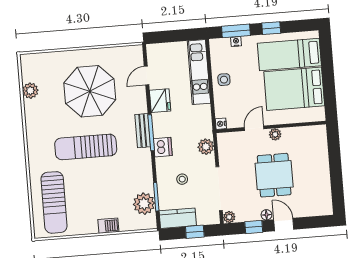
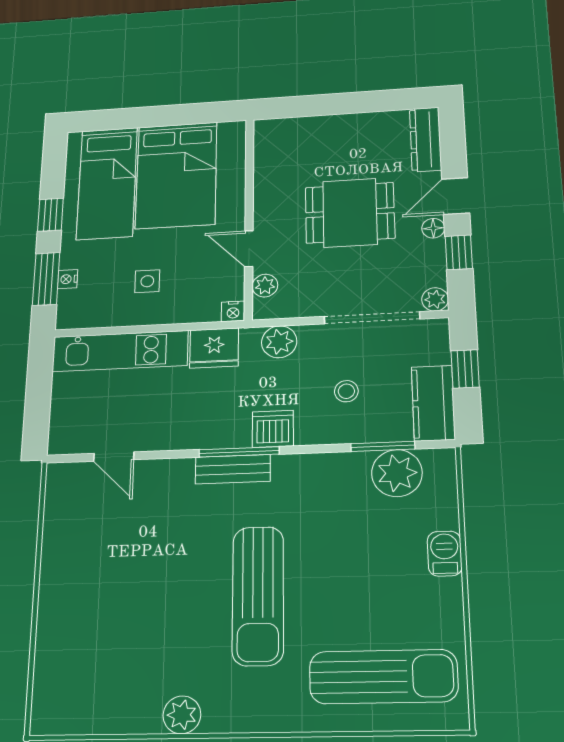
side table: (224, 80) -> (147, 281), moved
plant: (30, 91) -> (182, 715), moved
parasol: (90, 91) -> (133, 579), removed
fridge: (160, 101) -> (214, 348), moved, turned 180
plant: (275, 134) -> (265, 286), moved
dresser: (315, 209) -> (425, 139), added

